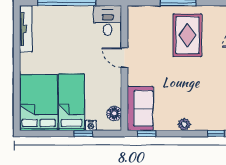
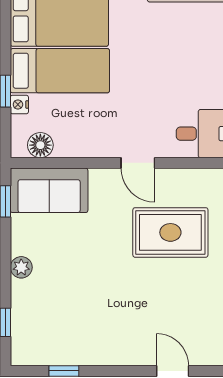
rug: (187, 35) -> (170, 232), moved
door: (124, 58) -> (138, 163), swing flipped

